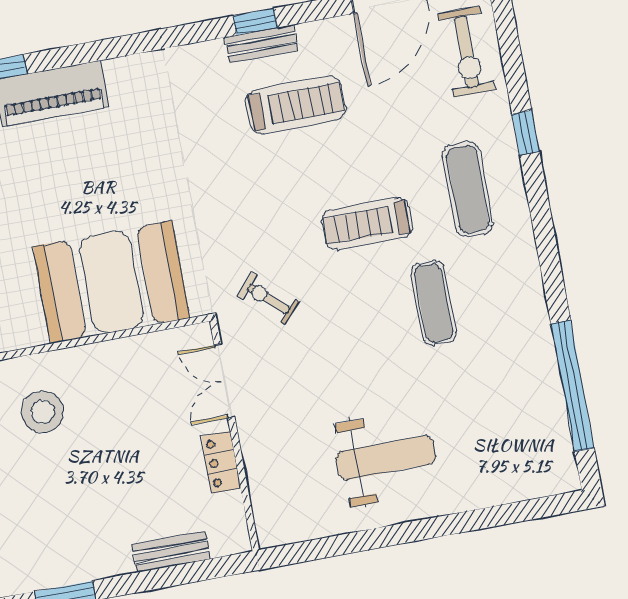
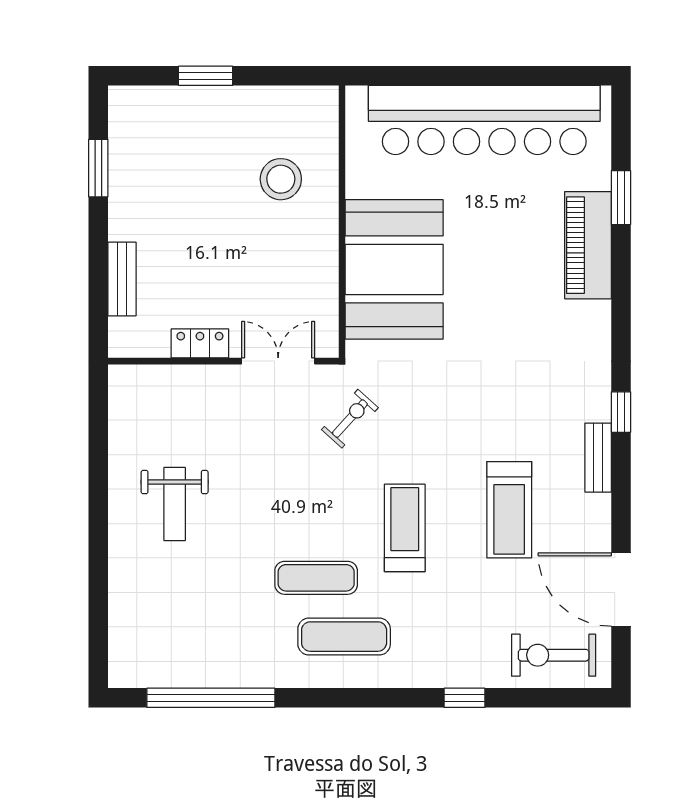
window: (255, 22) -> (621, 412), moved
treadmill: (296, 105) -> (509, 510), moved
exercise mat: (468, 189) -> (344, 637), moved
weight bench: (386, 458) -> (175, 504), width x0.73, depth x0.75

